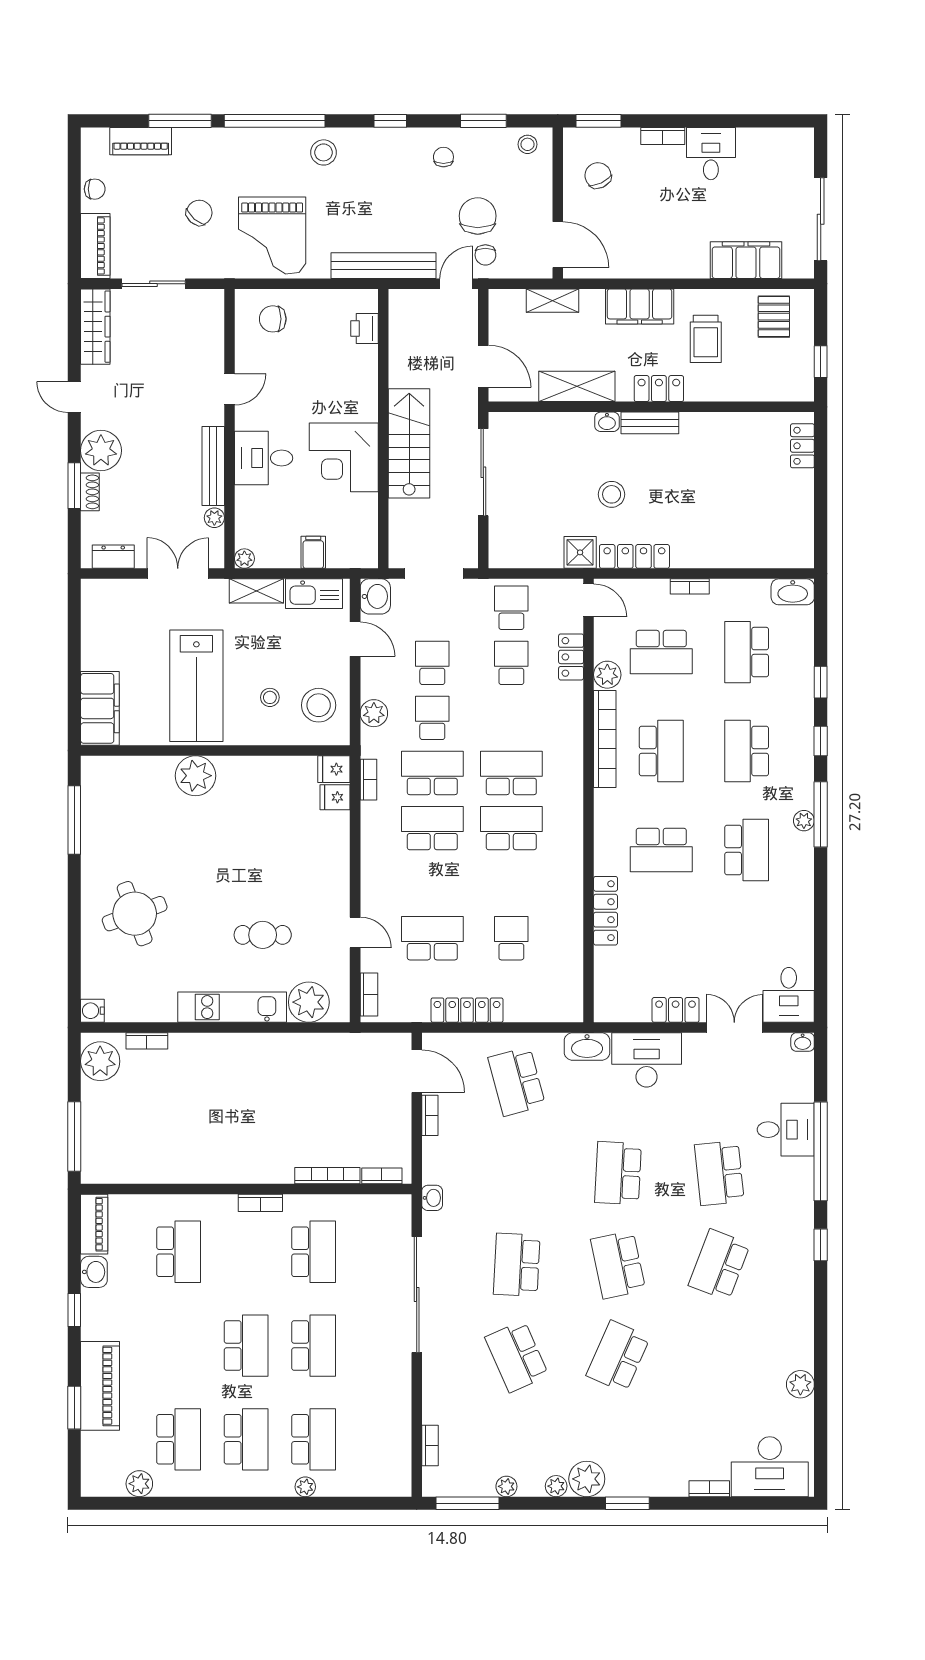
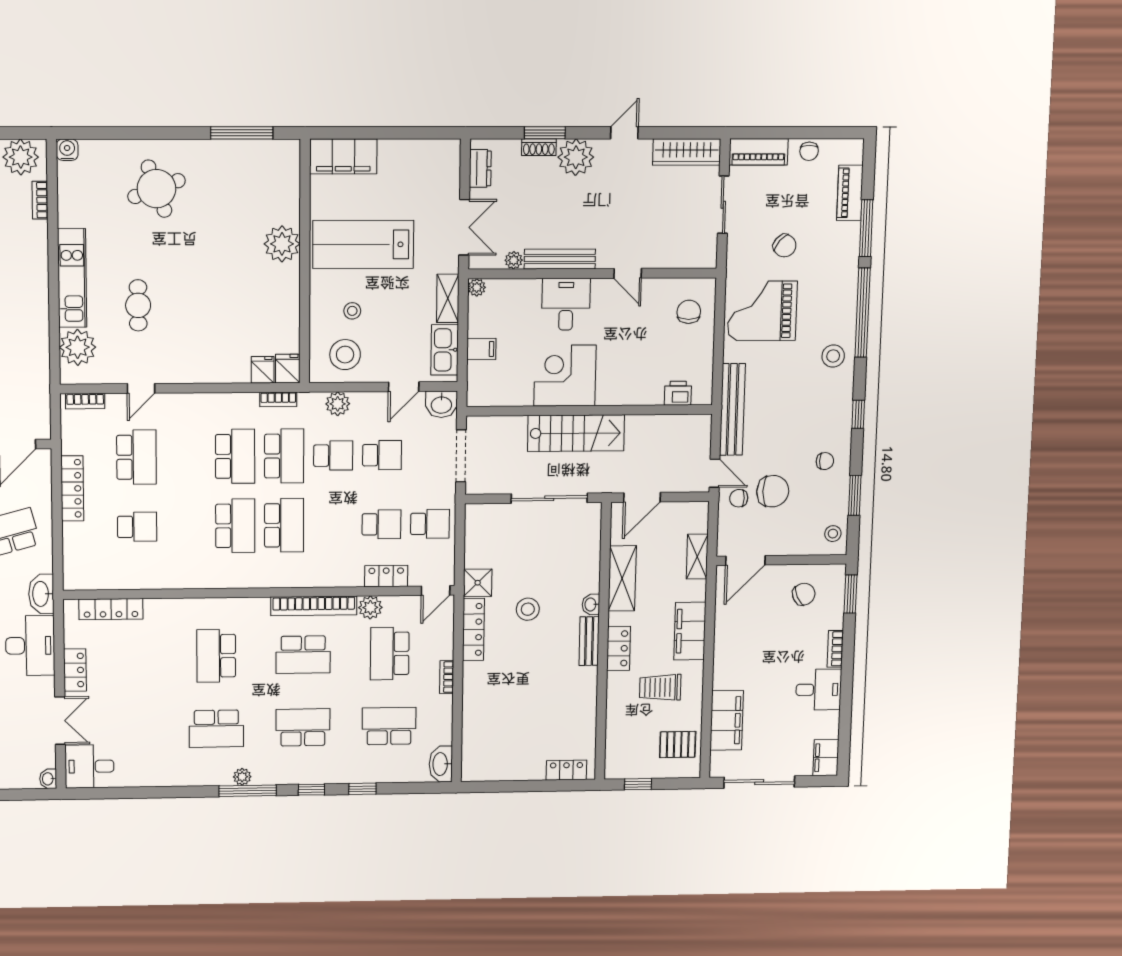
filing cabinet: (792, 142) -> (826, 758), added
locker: (606, 911) -> (111, 609), moved

